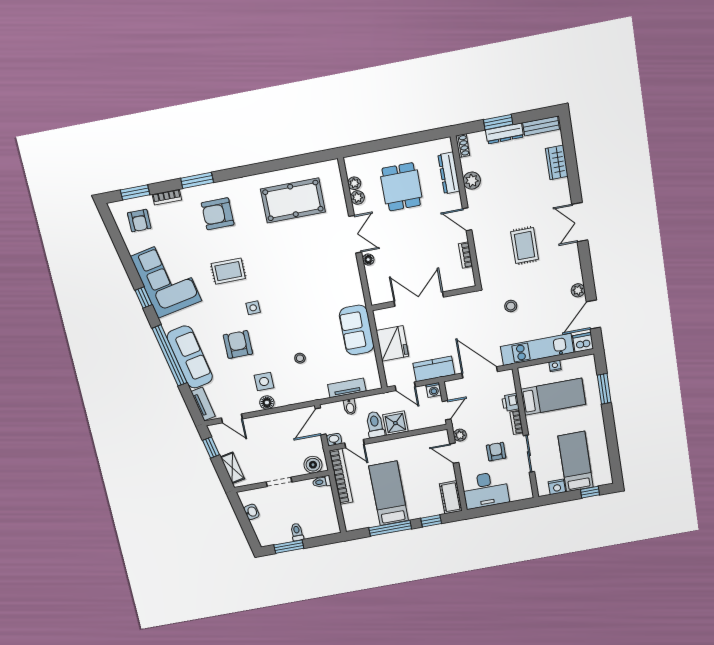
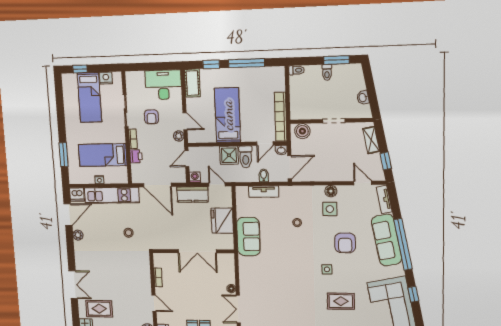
rug: (525, 246) -> (99, 309), moved, turned 90
door: (354, 444) -> (265, 143), swing flipped
toilet: (322, 482) -> (297, 70), moved
bed: (389, 493) -> (227, 115), moved, turned 180

